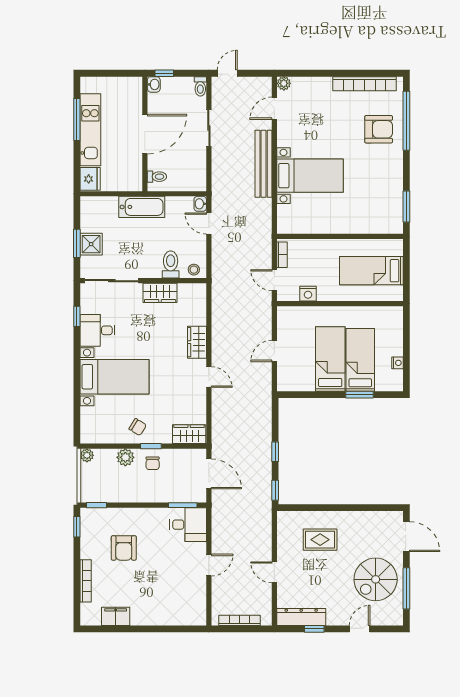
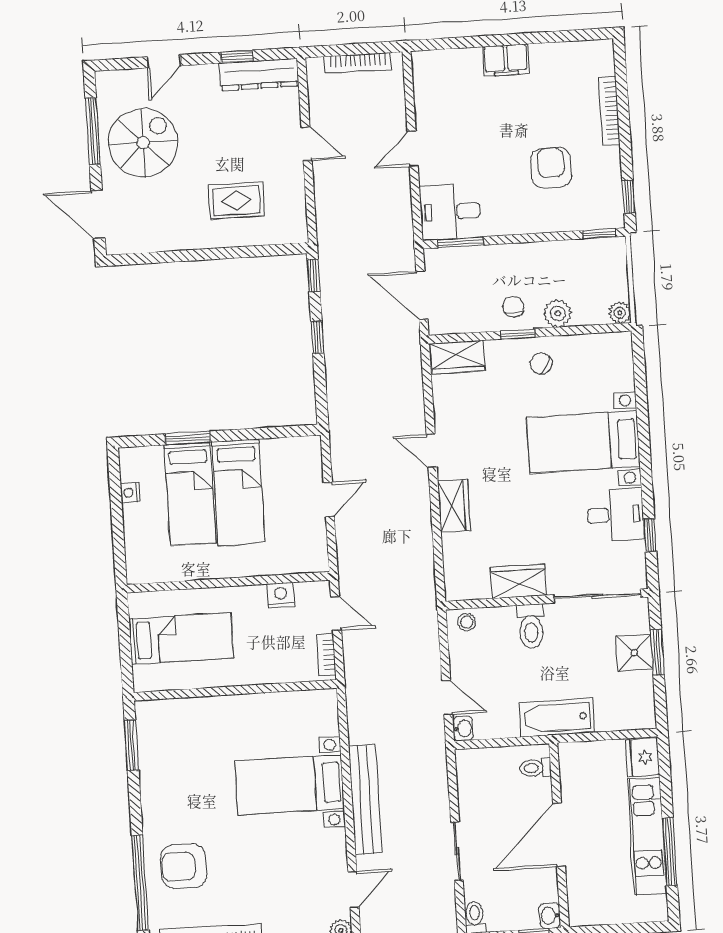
toilet: (171, 265) -> (531, 626), moved
filing cabinet: (116, 616) -> (506, 60), moved

